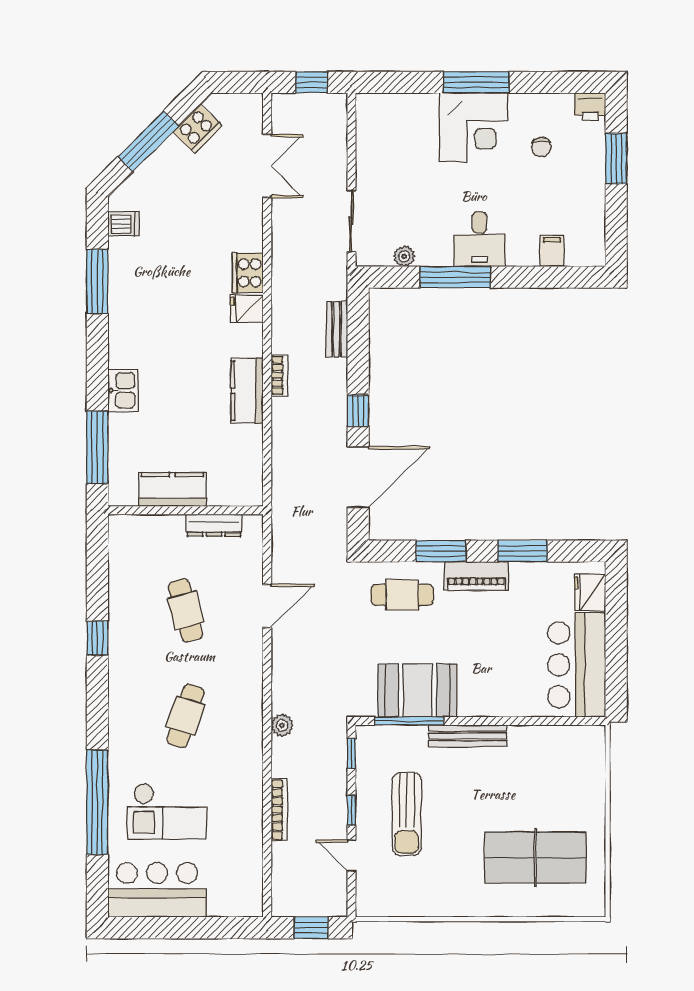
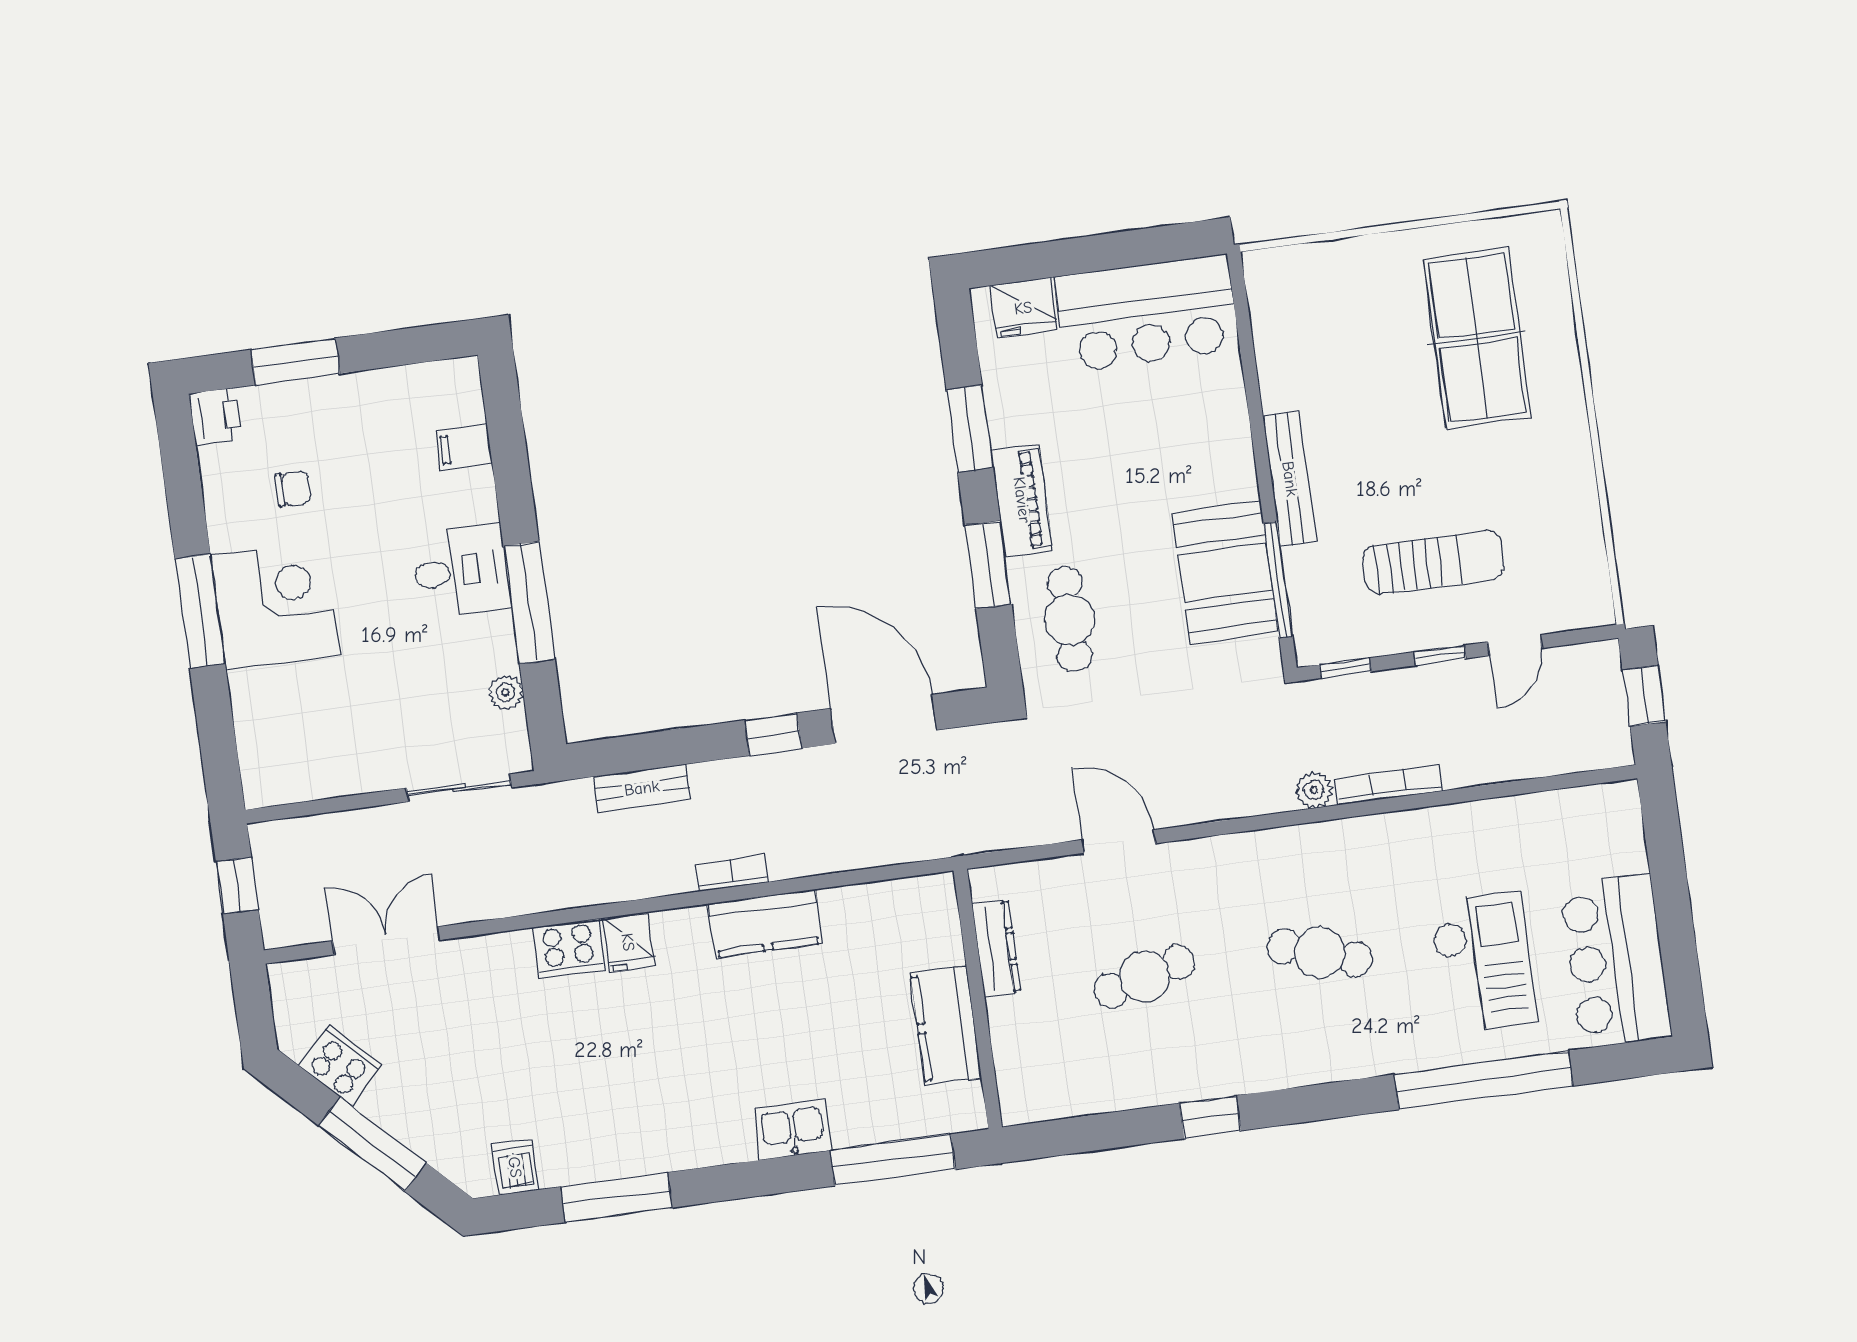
bookcase: (279, 810) -> (1388, 785), moved

